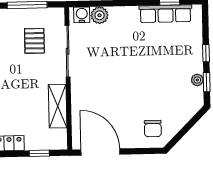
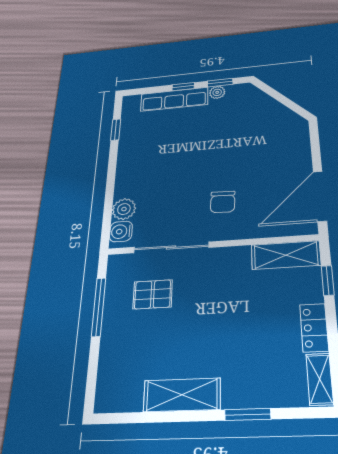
row of seats: (165, 14) -> (174, 99), moved, turned 90
shelving: (58, 106) -> (286, 255), moved
chair: (153, 129) -> (223, 202), moved, turned 92

